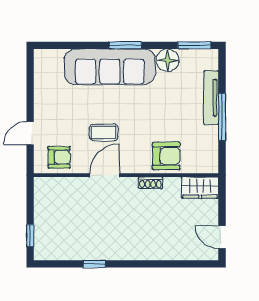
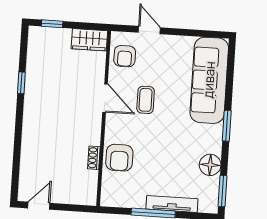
sofa: (110, 67) -> (209, 80), moved
shoe rack: (150, 183) -> (94, 158), moved
wardrobe: (200, 188) -> (89, 40), moved, turned -90

